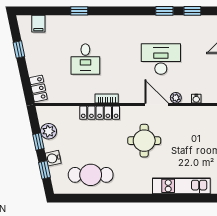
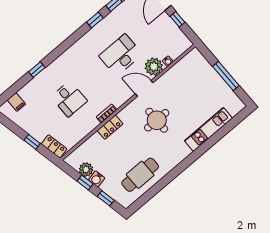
window: (19, 49) -> (32, 142), moved
plant: (176, 98) -> (154, 67), width x1.87, depth x1.87
locker: (100, 113) -> (110, 127), width x0.66
water cooler: (53, 158) -> (97, 179), moved

